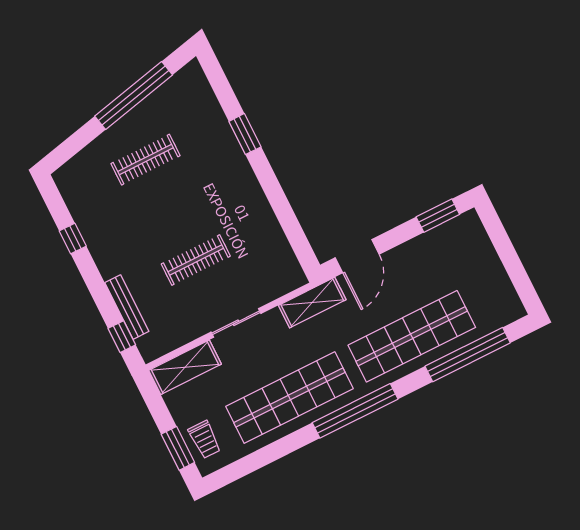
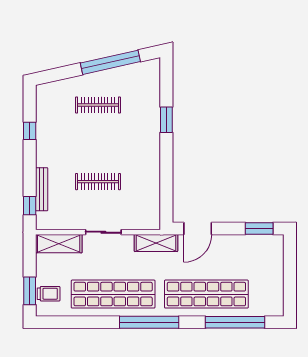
trolley: (205, 440) -> (49, 294), turned -90

